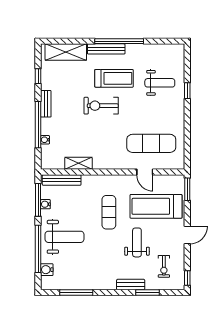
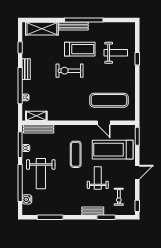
shelving: (78, 163) -> (36, 116), moved
weight bench: (64, 237) -> (41, 174), turned 90

